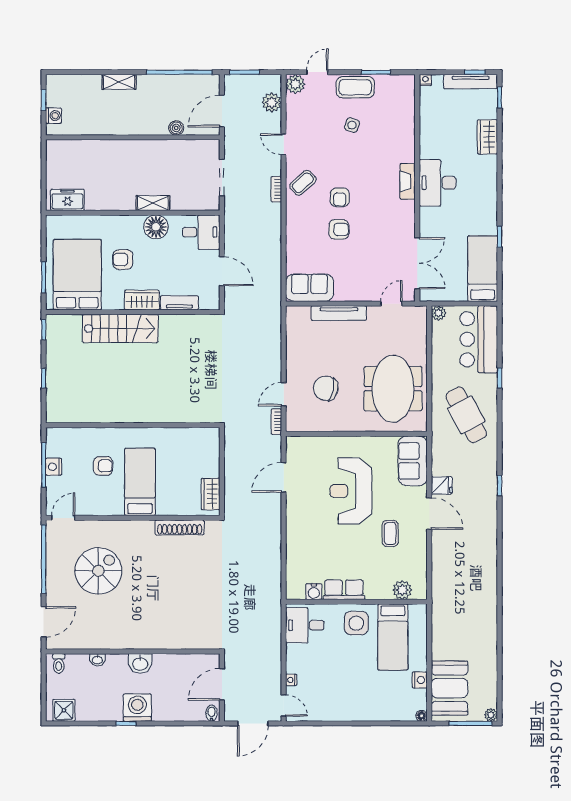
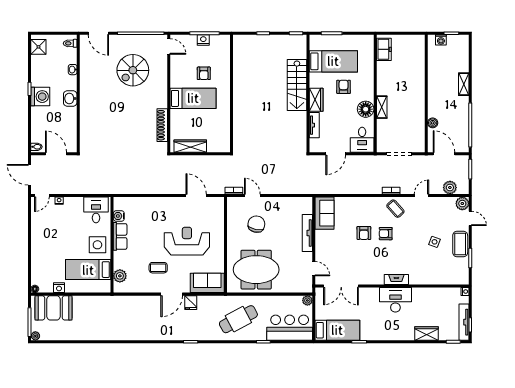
bed: (77, 275) -> (333, 61), width x0.67
wardrobe: (211, 494) -> (190, 146), width x1.50
spiral stairs: (98, 571) -> (133, 70), turned 90

